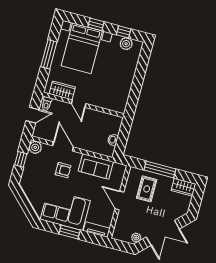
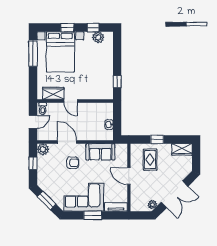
window: (49, 54) -> (33, 53), moved
window: (134, 96) -> (117, 82), added
window: (160, 169) -> (157, 139), width x0.46
window: (25, 203) -> (47, 200), added

